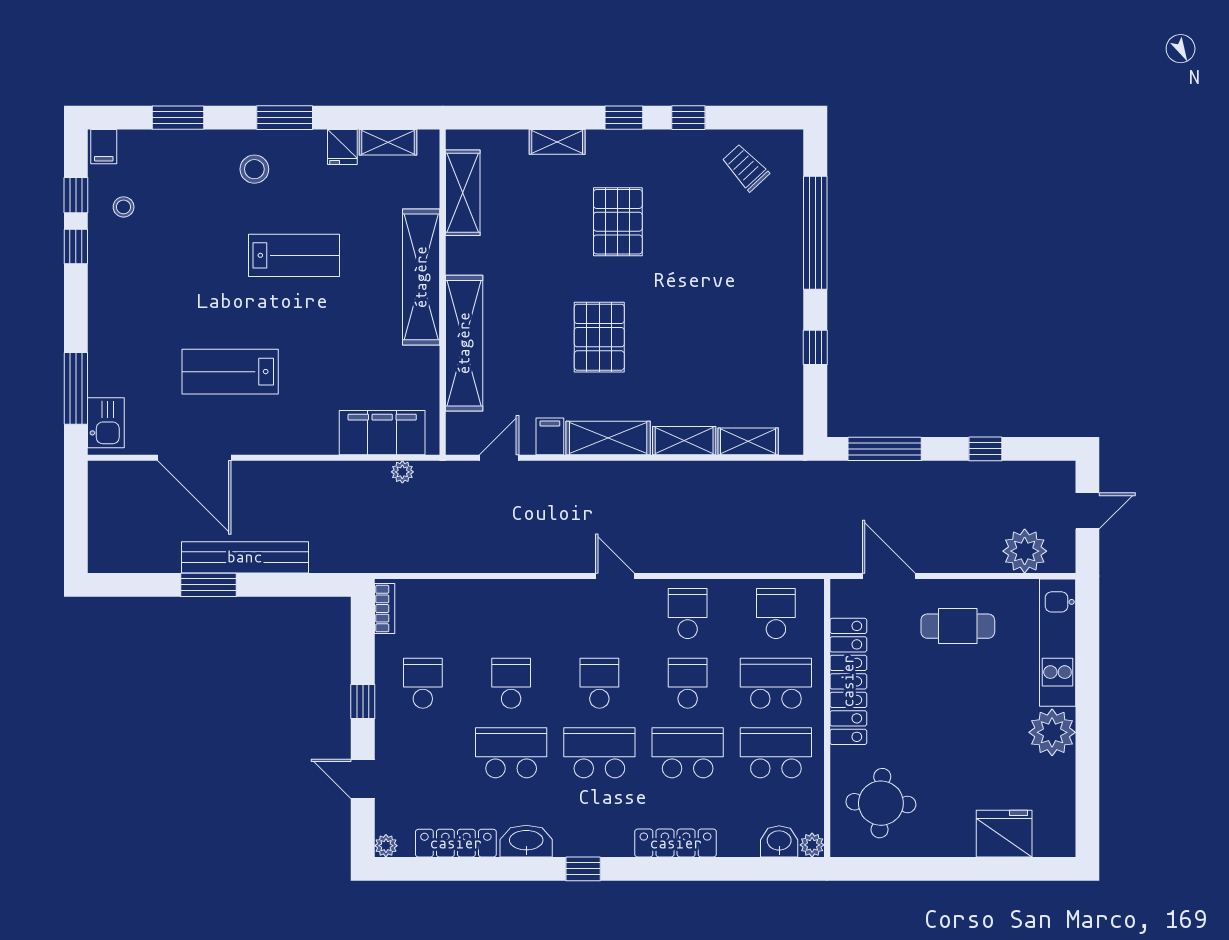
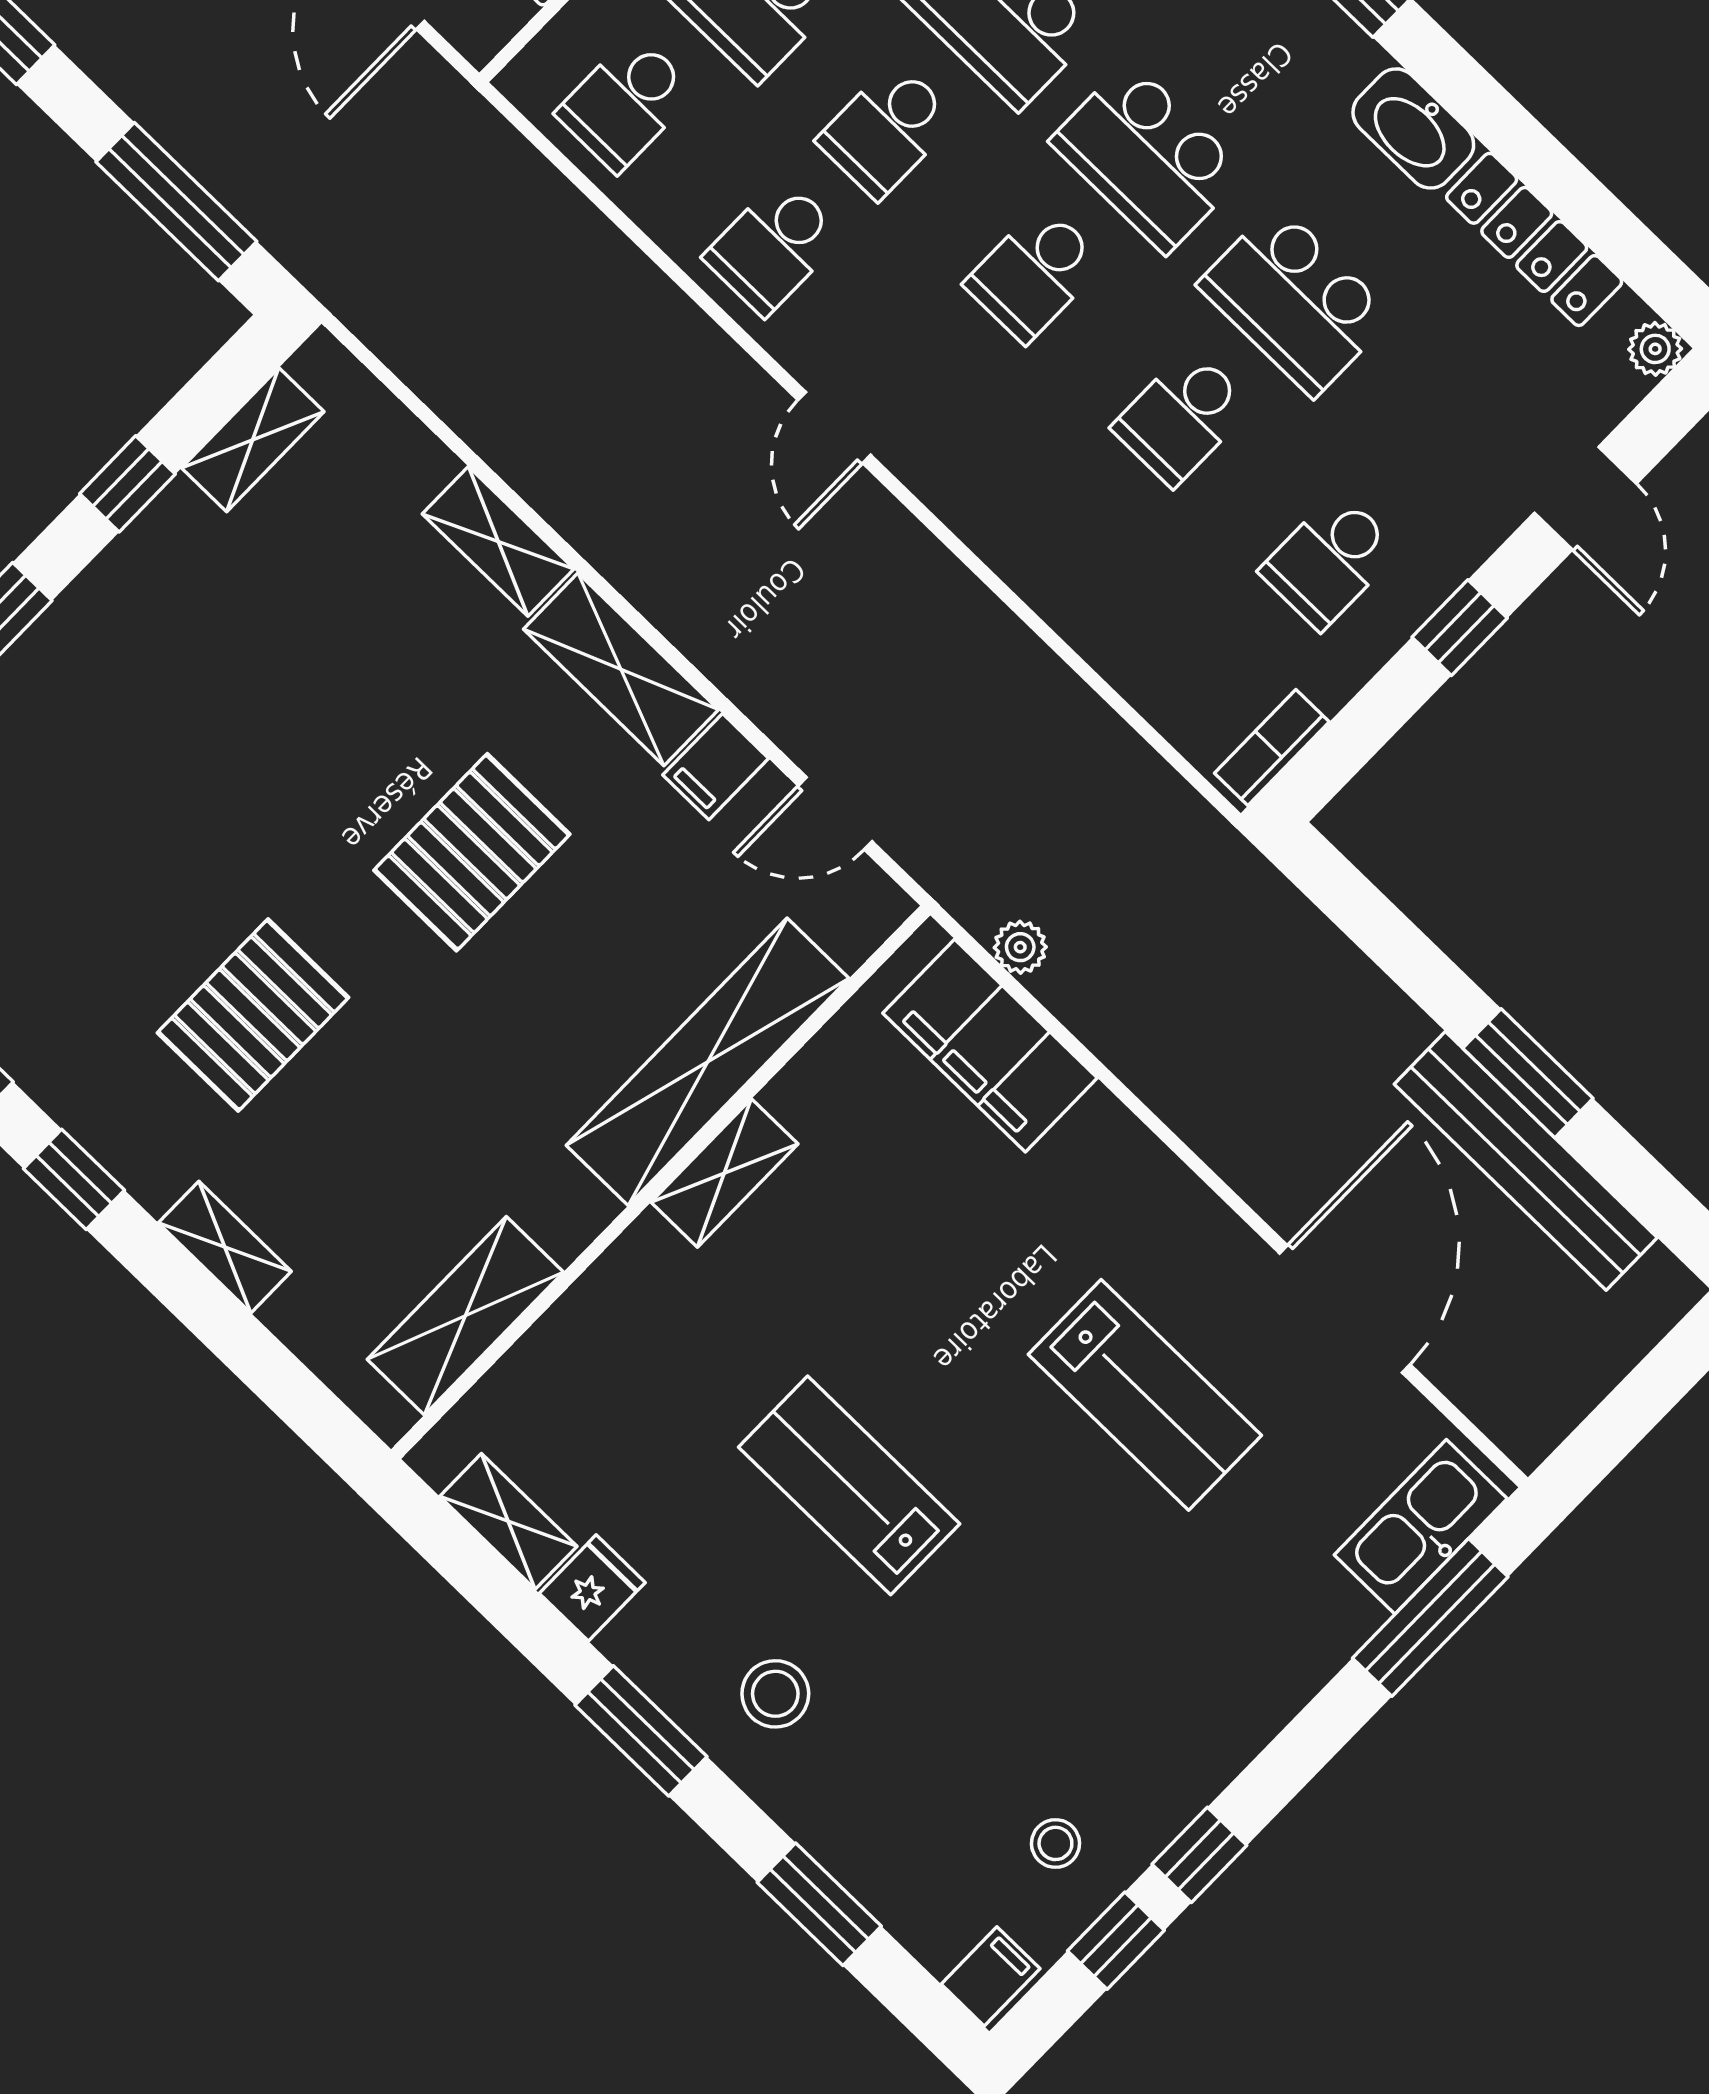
shelving: (421, 277) -> (724, 1173), width x0.45, depth x0.75
kitchen sink: (106, 423) -> (1421, 1527), width x1.38
shelving: (748, 441) -> (253, 440), moved, turned 90
bench: (245, 557) -> (1526, 1161), moved

